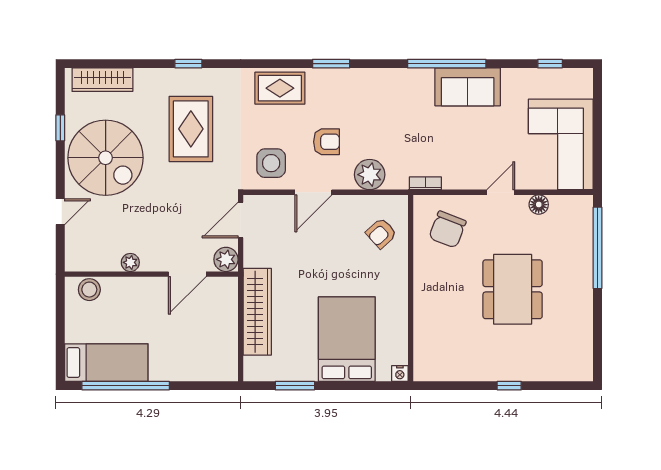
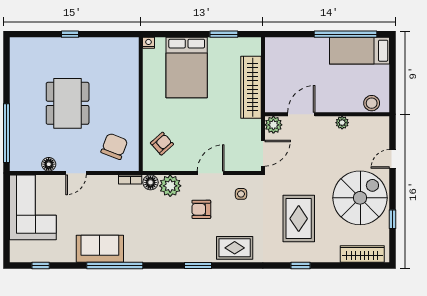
spiral stairs: (106, 158) -> (360, 198), turned 90
side table: (271, 163) -> (241, 194), width x0.54, depth x0.54
floor lamp: (397, 179) -> (150, 182), added

